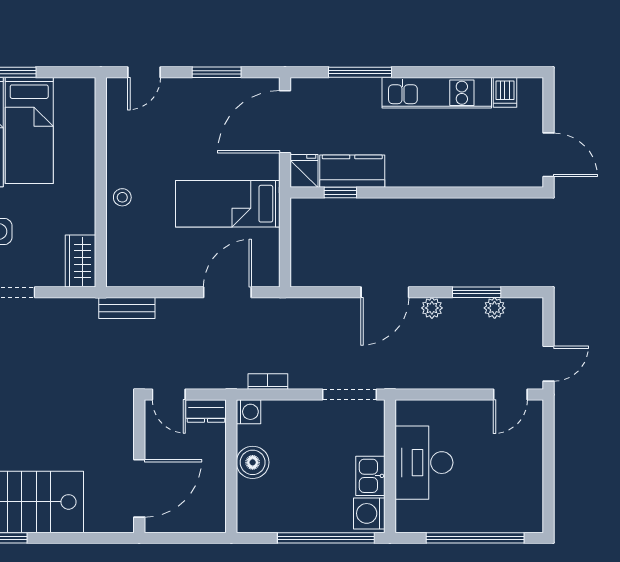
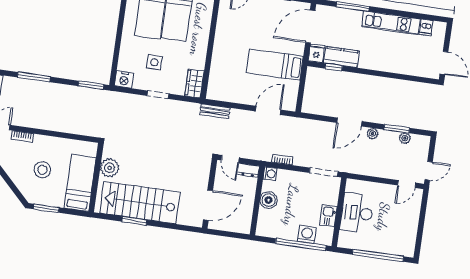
stool: (122, 197) -> (221, 54), removed
washing machine: (369, 513) -> (307, 234), moved, turned 90

